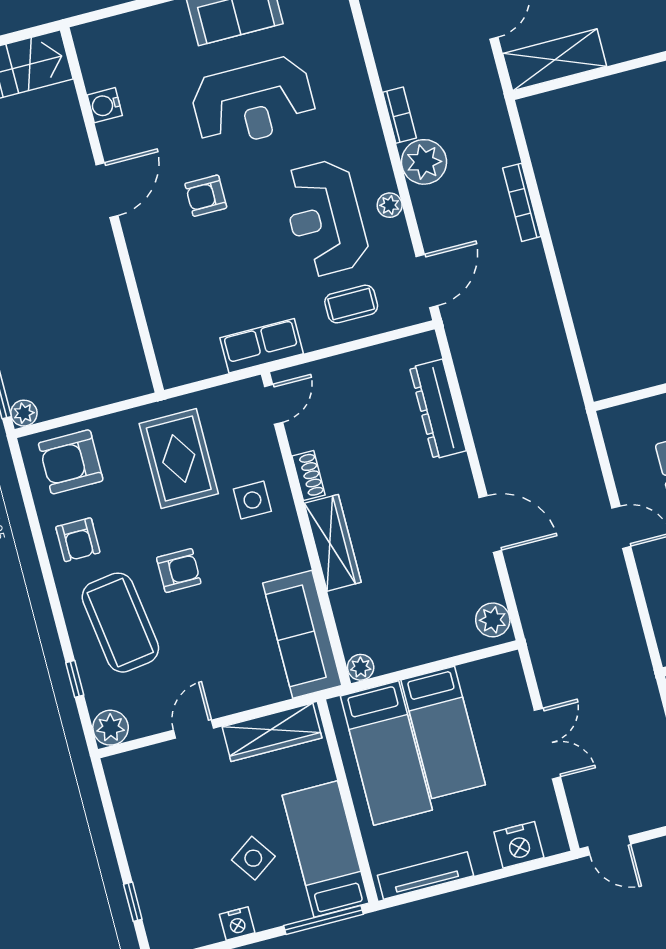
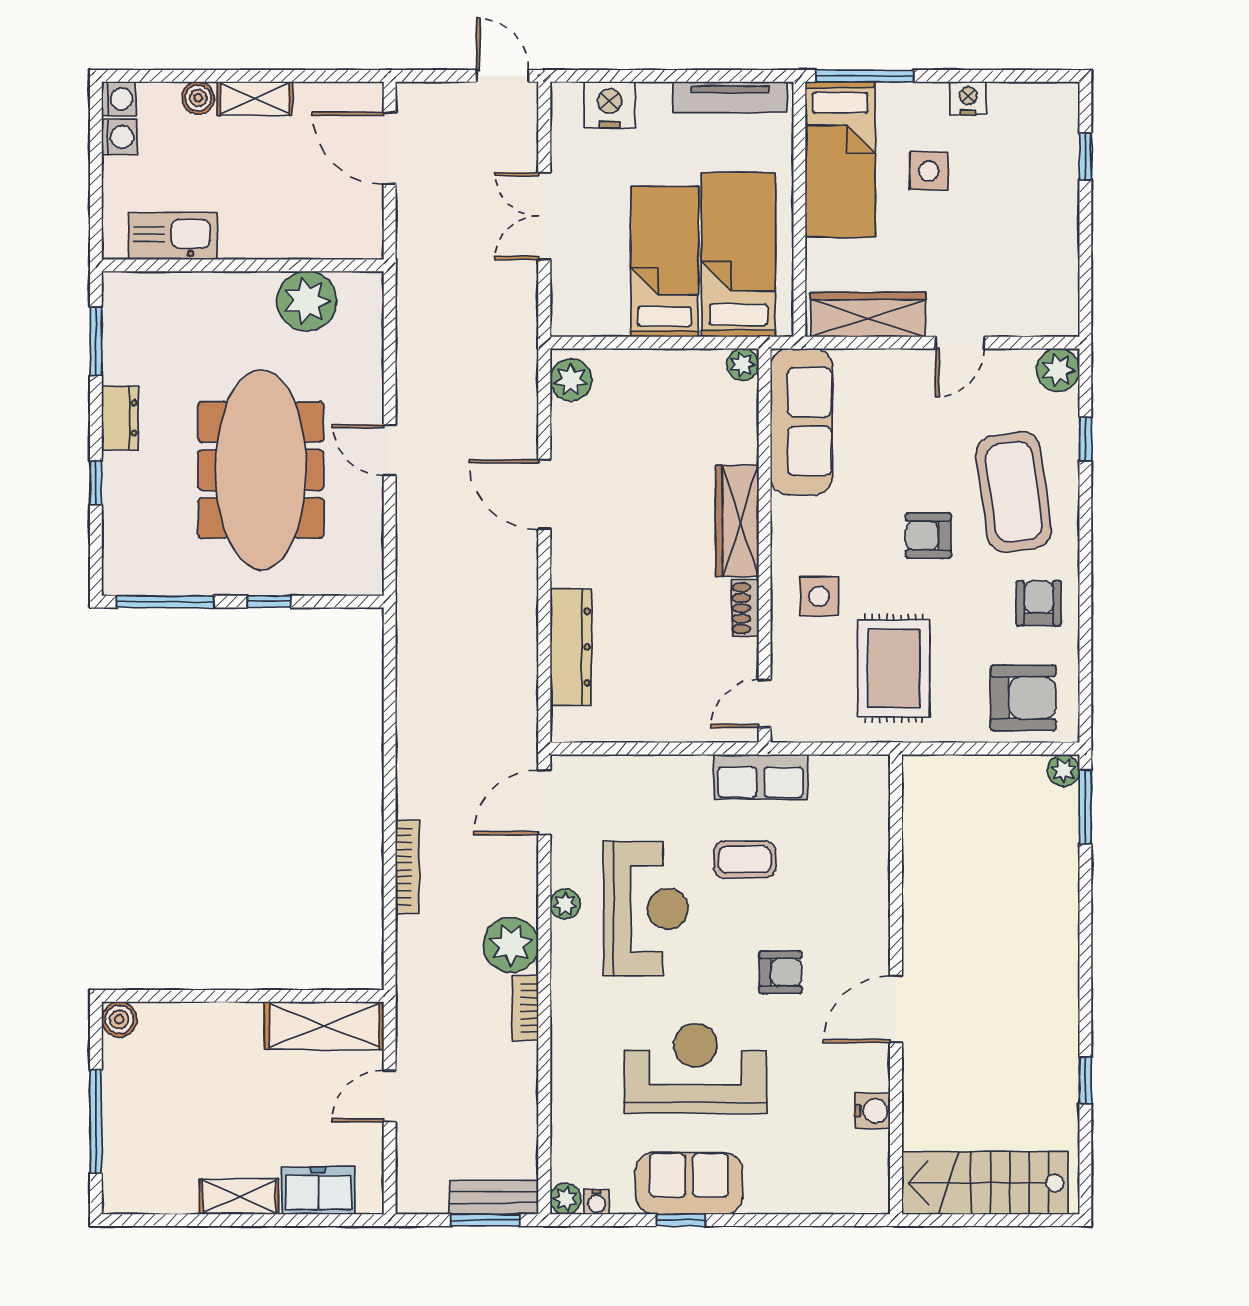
coffee table: (351, 304) -> (745, 860), moved
side table: (253, 858) -> (929, 171), turned 35

